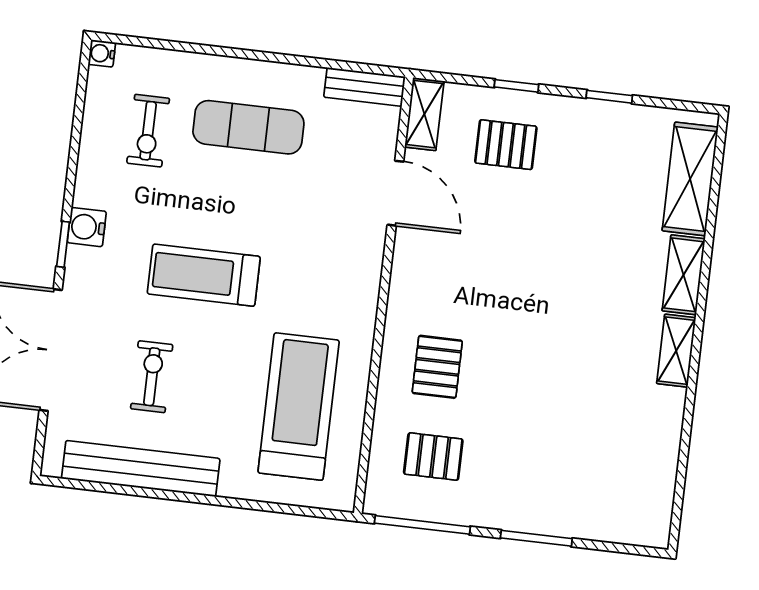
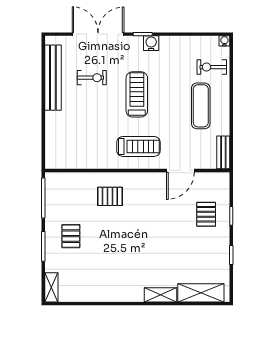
shelving: (424, 114) -> (215, 179), removed
exercise bike: (148, 131) -> (212, 67), moved
shelving: (676, 351) -> (51, 287), moved, turned 90
treadmill: (299, 407) -> (138, 146), moved, width x0.73, depth x0.73
pallet: (433, 457) -> (71, 236), moved

